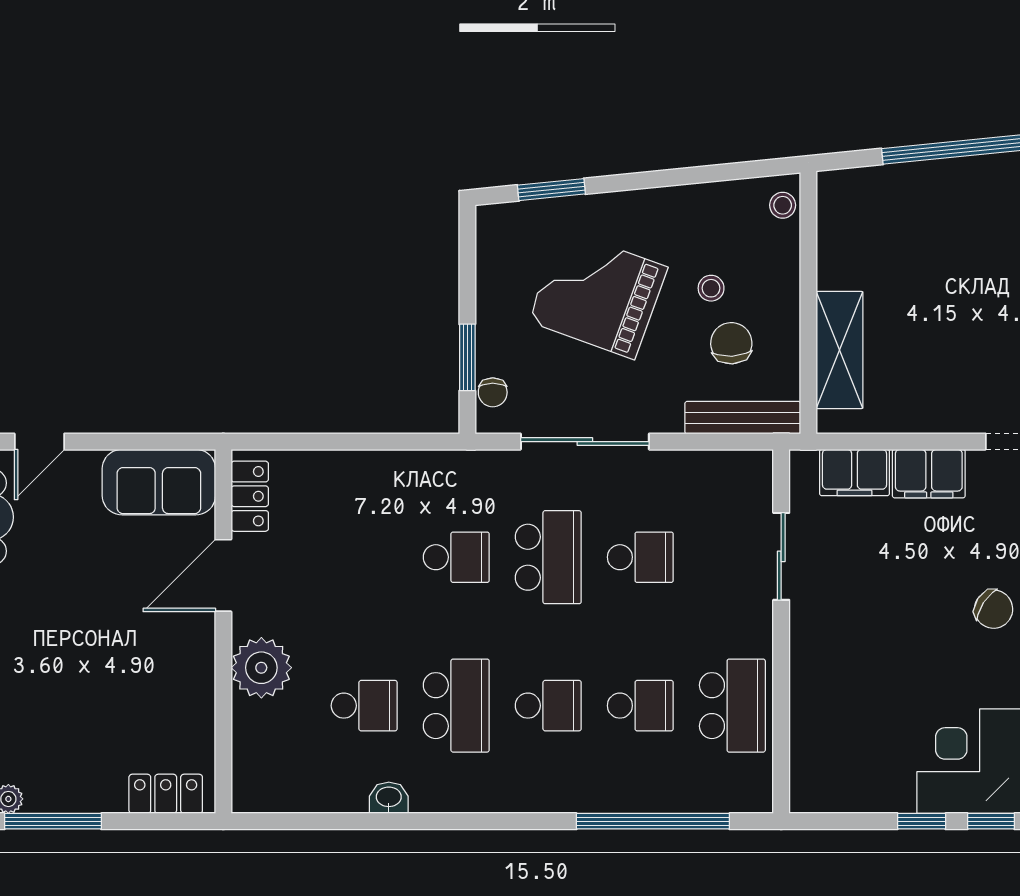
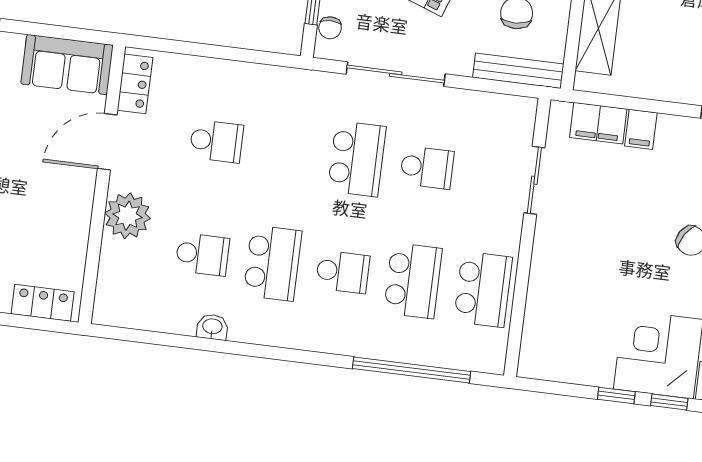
filing cabinet: (929, 474) -> (641, 129), width x0.50
school desk: (456, 557) -> (216, 141), moved
school desk: (640, 706) -> (413, 281), width x1.85

